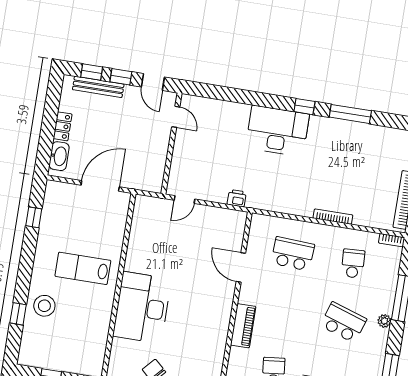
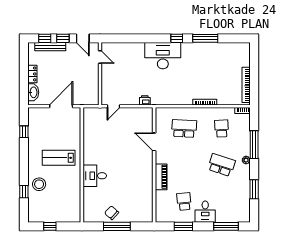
desk: (142, 308) -> (95, 176), width x0.53, depth x0.77

